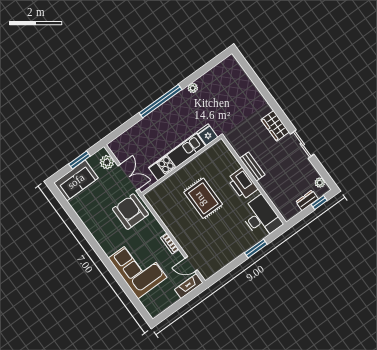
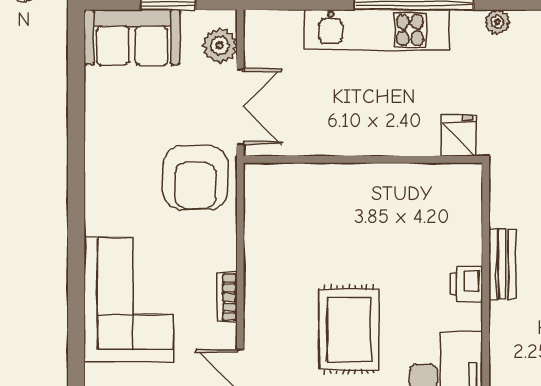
kitchen unit: (177, 157) -> (377, 30), moved, turned 180
printer: (243, 184) -> (466, 284), width x0.53, depth x0.68
rug: (203, 198) -> (349, 329), moved
armchair: (130, 212) -> (195, 178), turned 180

